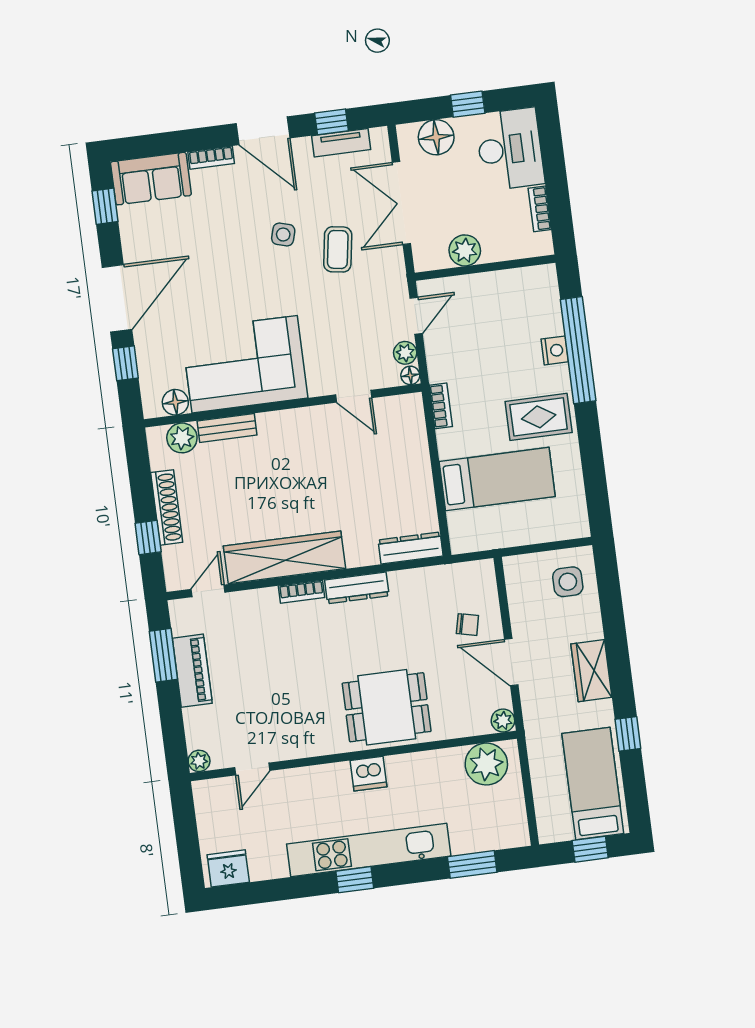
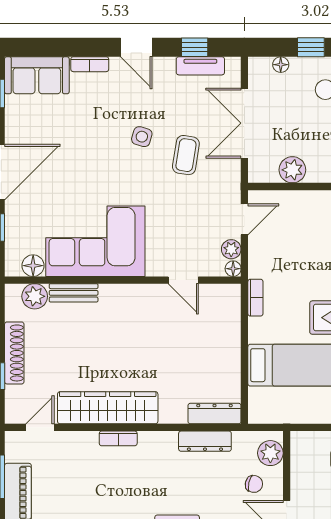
door: (263, 131) -> (136, 47), width x0.73
floor lamp: (436, 137) -> (281, 65), width x0.53, depth x0.53
plant: (482, 586) -> (270, 453), added
dresser: (357, 588) -> (205, 441), moved

